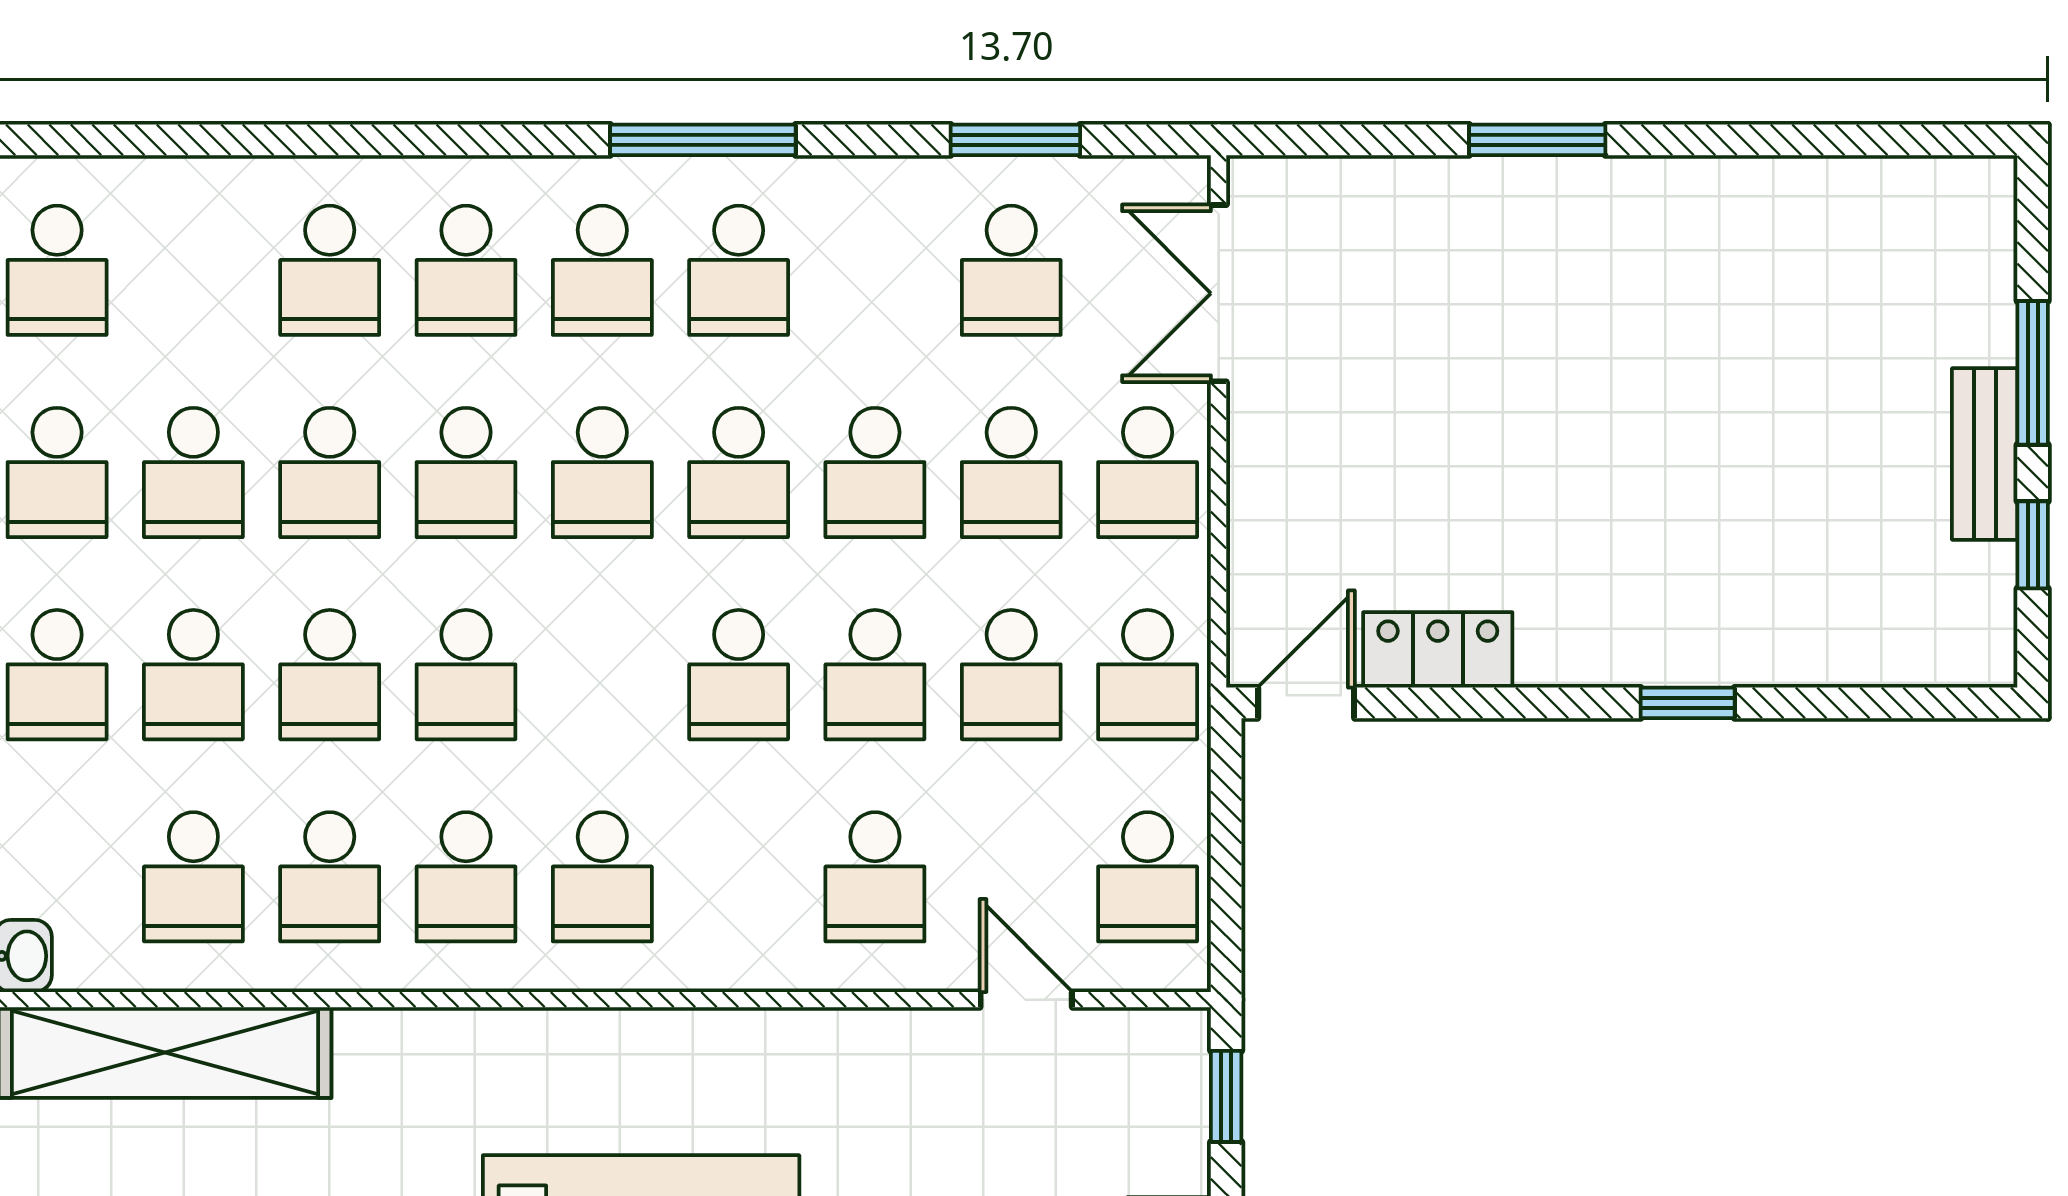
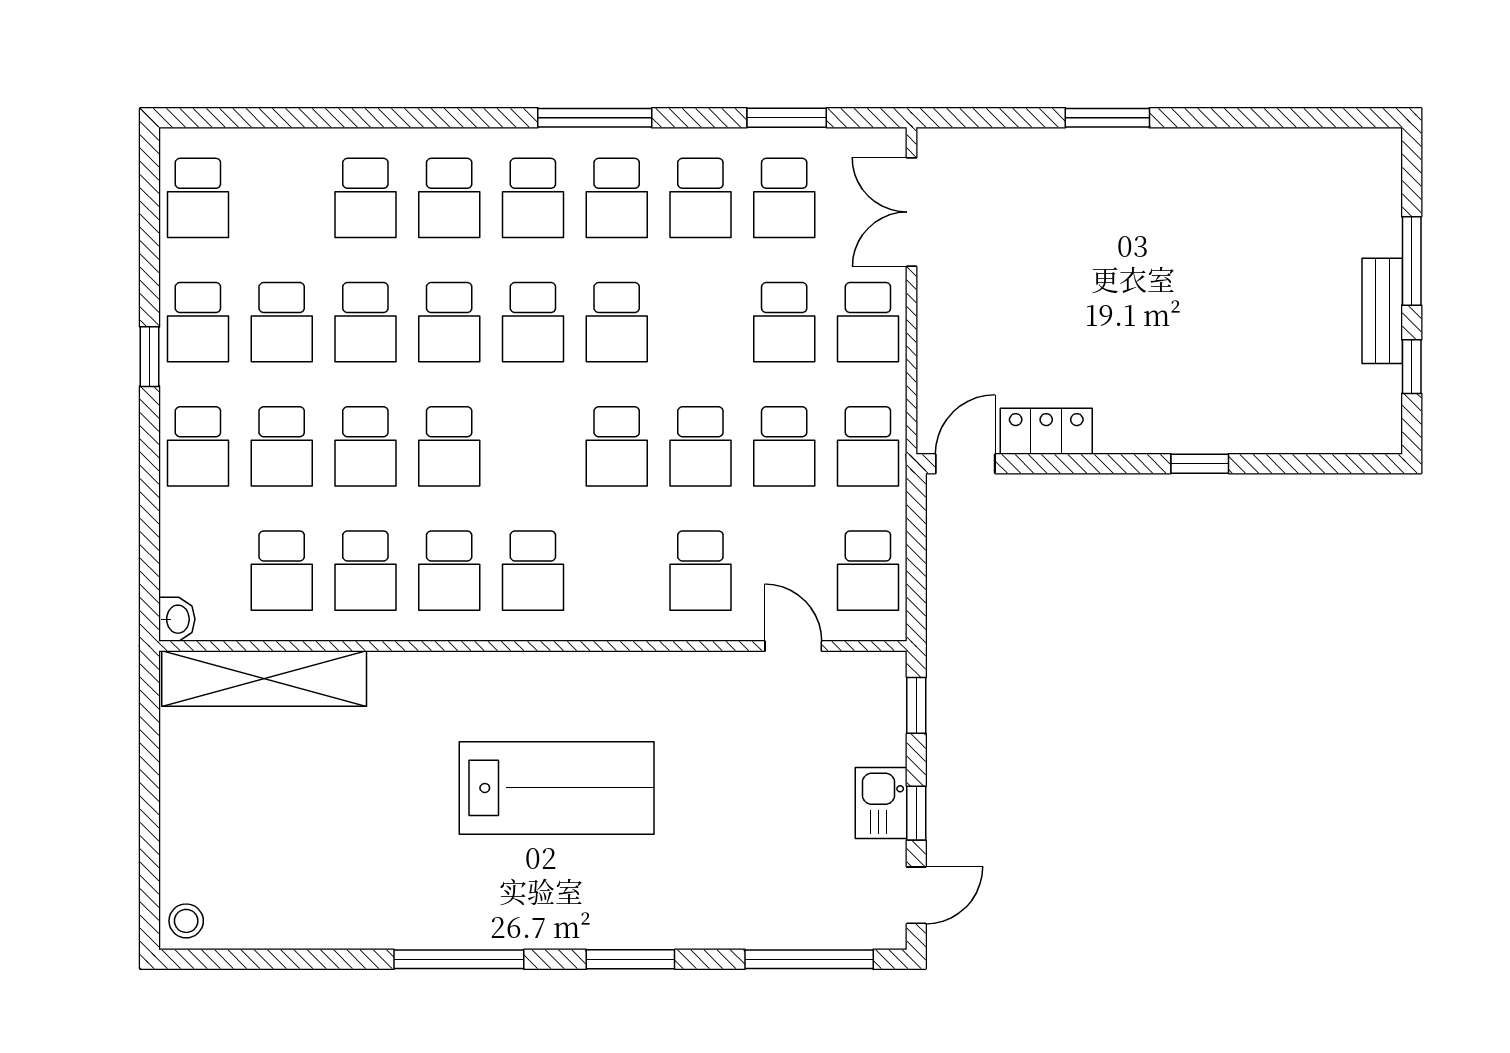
school desk: (875, 472) -> (700, 198), moved

